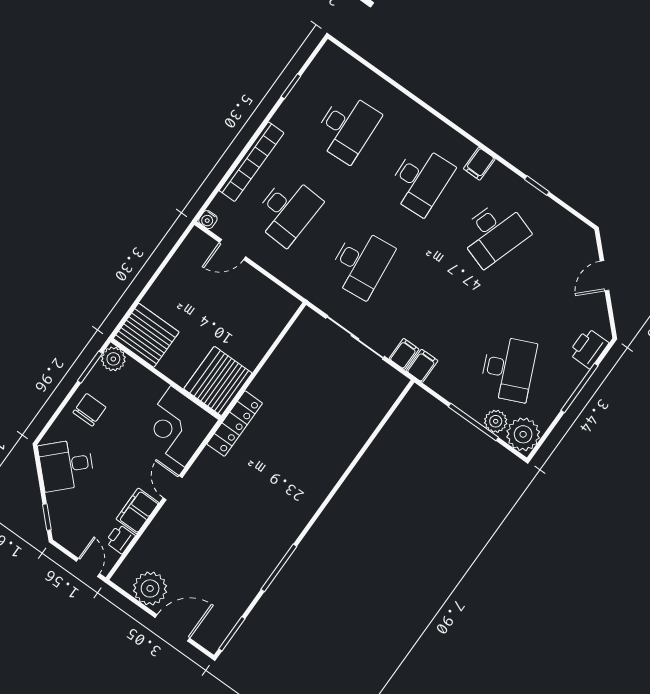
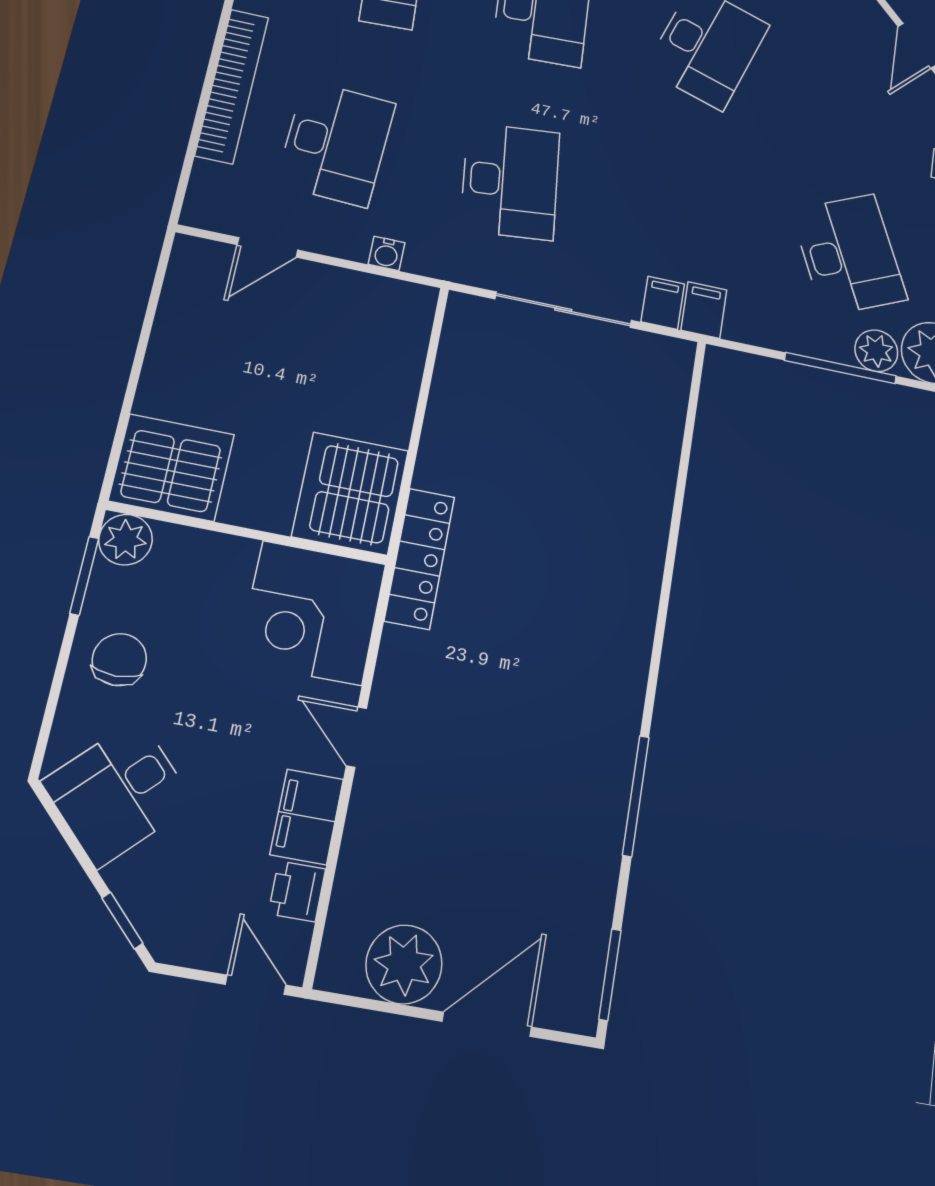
water cooler: (208, 220) -> (386, 253), moved

